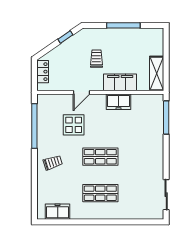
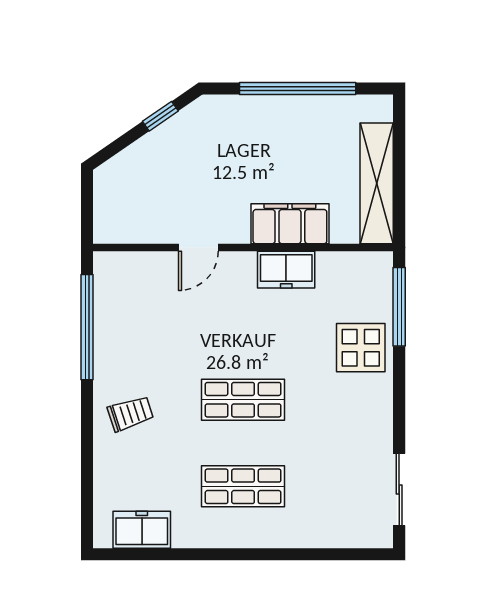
window: (123, 25) -> (298, 88), width x1.46
trolley: (96, 59) -> (234, 167), removed
locker: (43, 72) -> (106, 198), removed
shelving: (157, 73) -> (377, 183), width x1.47
display table: (74, 125) -> (361, 348), moved

